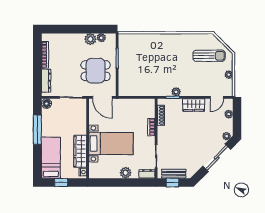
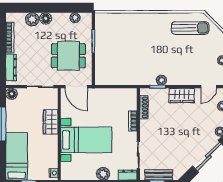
floor lamp: (76, 38) -> (46, 18), added
plant: (90, 39) -> (32, 19), moved
sun lounger: (209, 56) -> (190, 28), moved
wardrobe: (80, 151) -> (51, 122), moved, width x0.67

